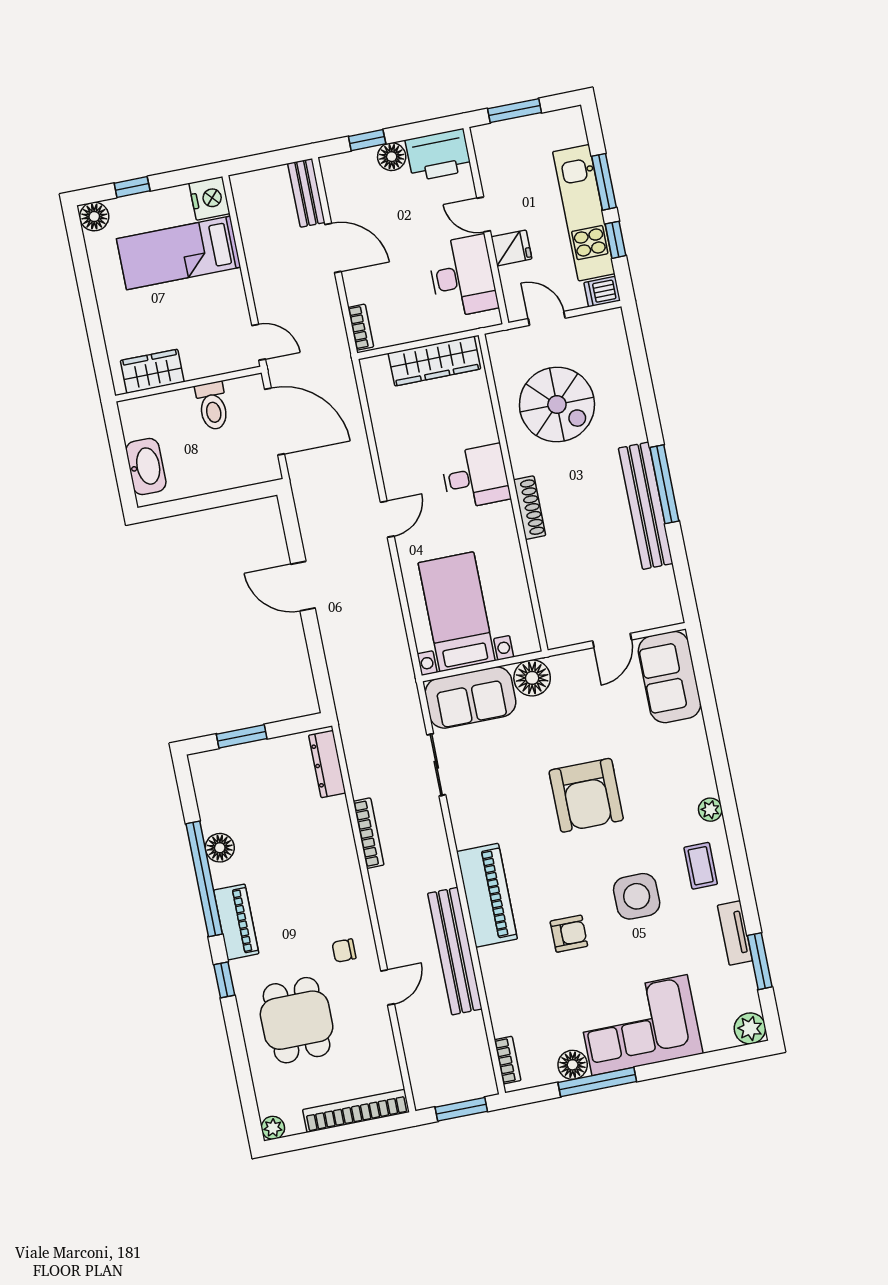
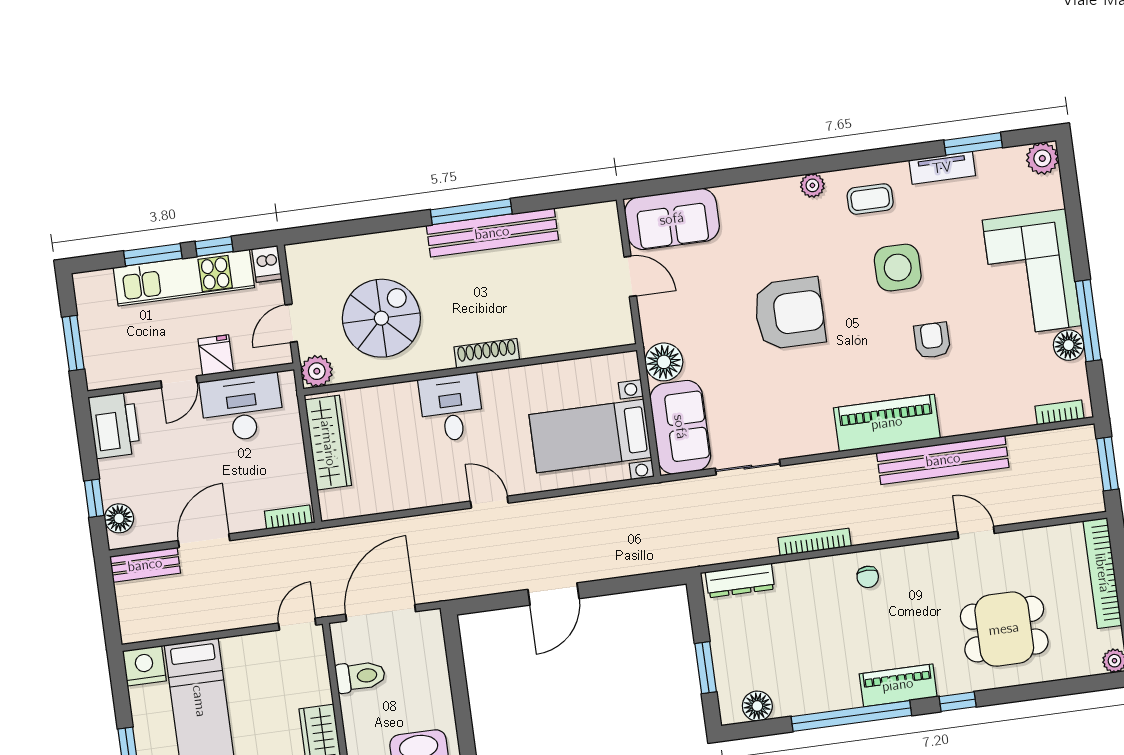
floor lamp: (392, 157) -> (119, 518), moved
plant: (502, 346) -> (317, 371), added
floor lamp: (220, 848) -> (757, 706), moved
chair: (344, 951) -> (868, 577), moved

